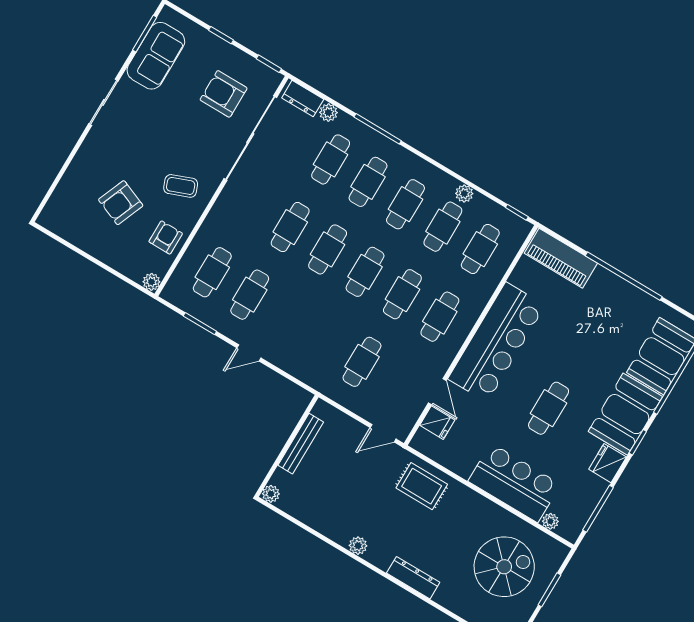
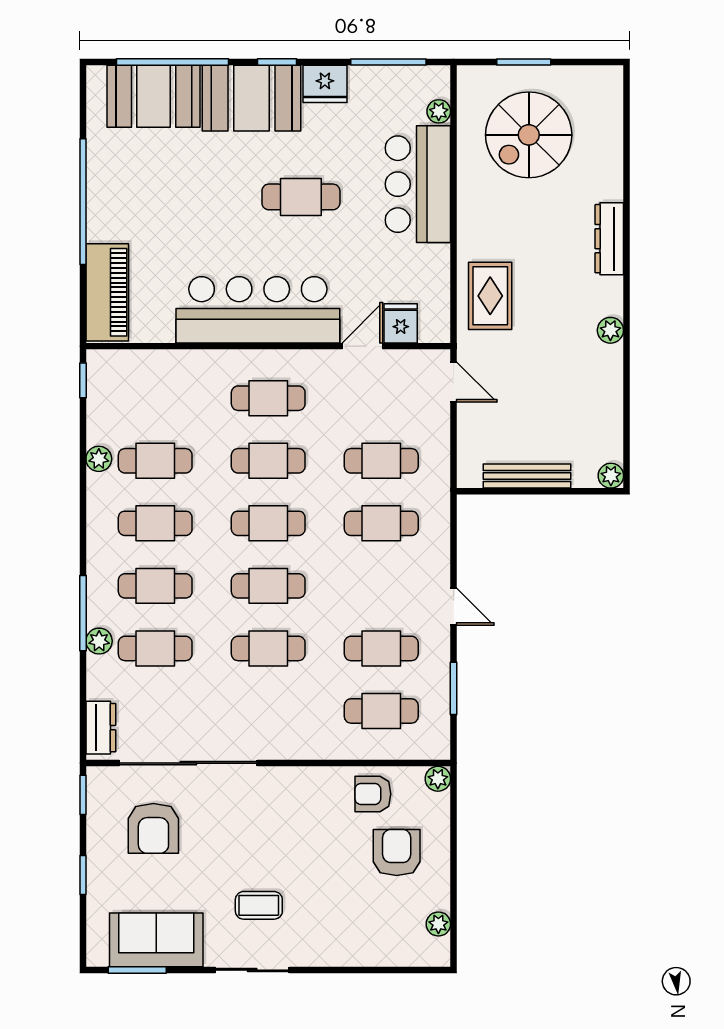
plant: (328, 113) -> (99, 641), moved
coffee table: (181, 186) -> (259, 905), moved, turned -69
armchair: (121, 203) -> (397, 852), moved, turned -112
plant: (64, 230) -> (438, 924), added
cafe table: (480, 249) -> (381, 523), moved
spiral stairs: (504, 567) -> (529, 135), turned -90

